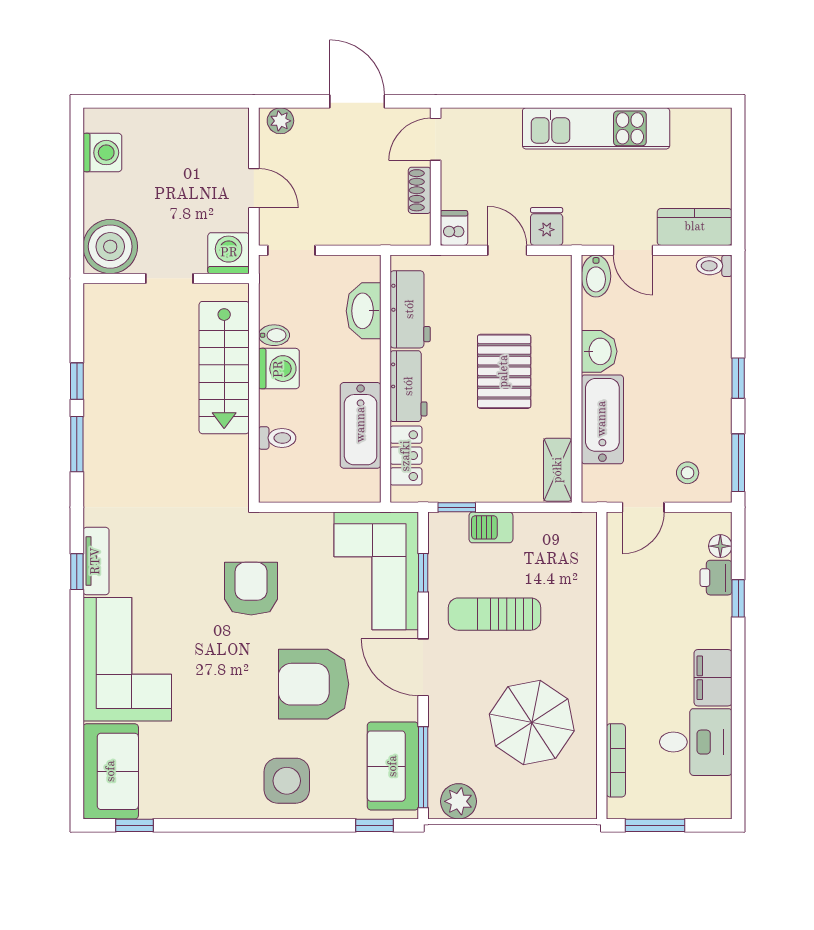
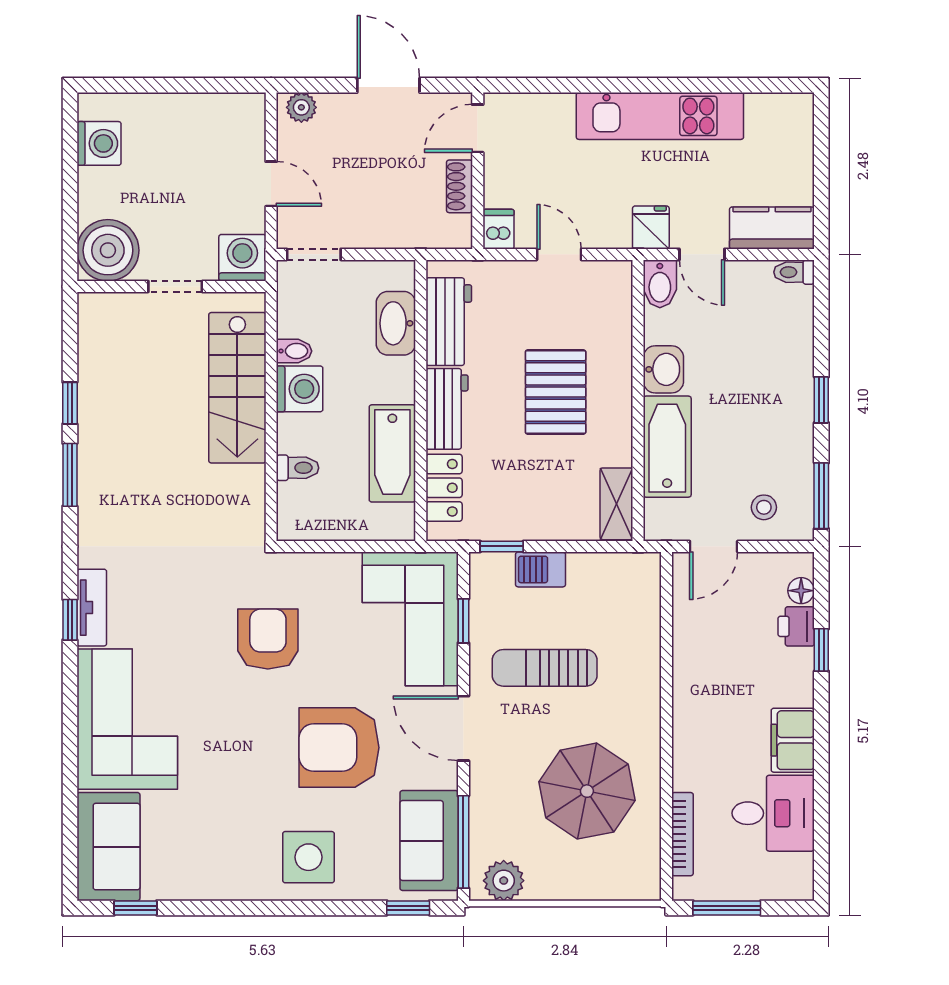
fridge: (547, 226) -> (651, 227), moved

